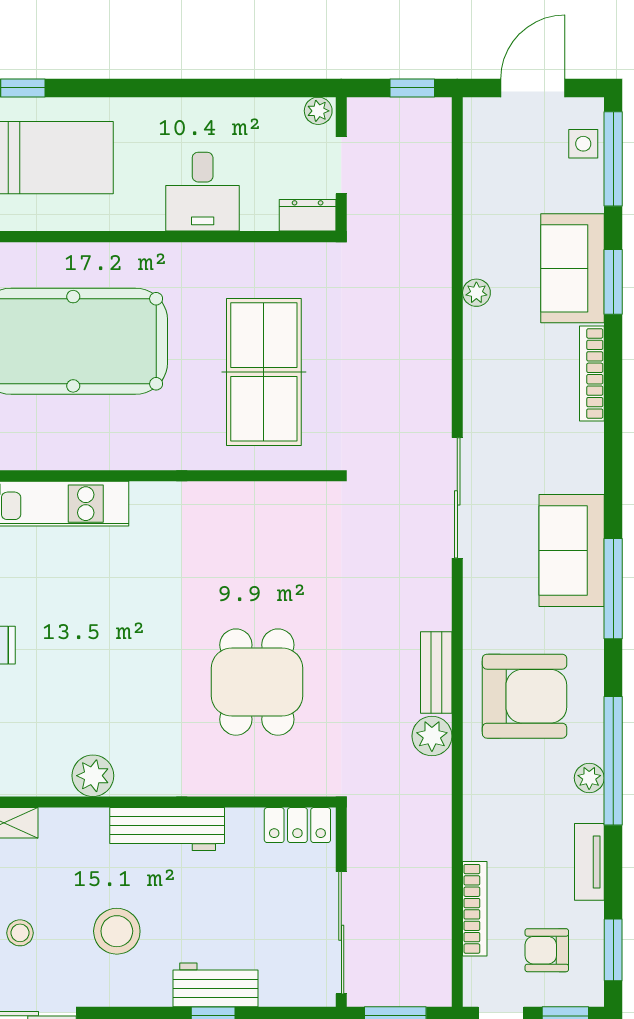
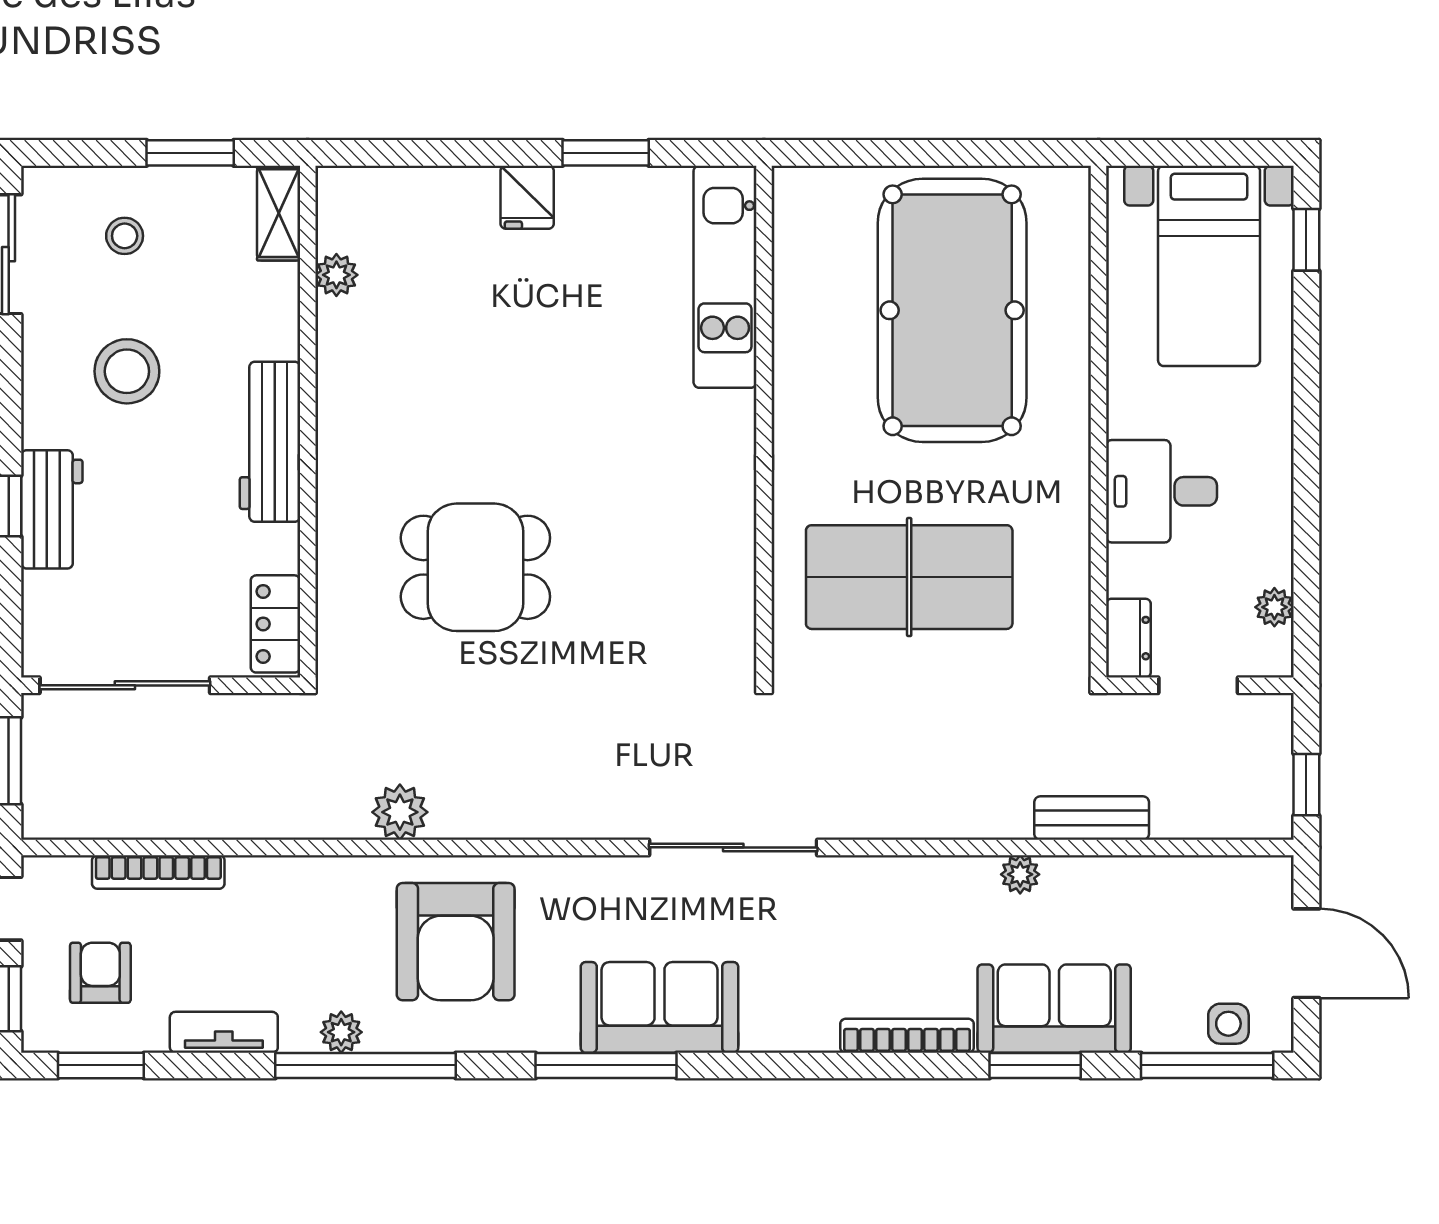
plant: (318, 111) -> (1274, 607), moved
bench: (436, 672) -> (1092, 818), moved
plant: (93, 776) -> (336, 275), moved, width x0.73, depth x0.73

